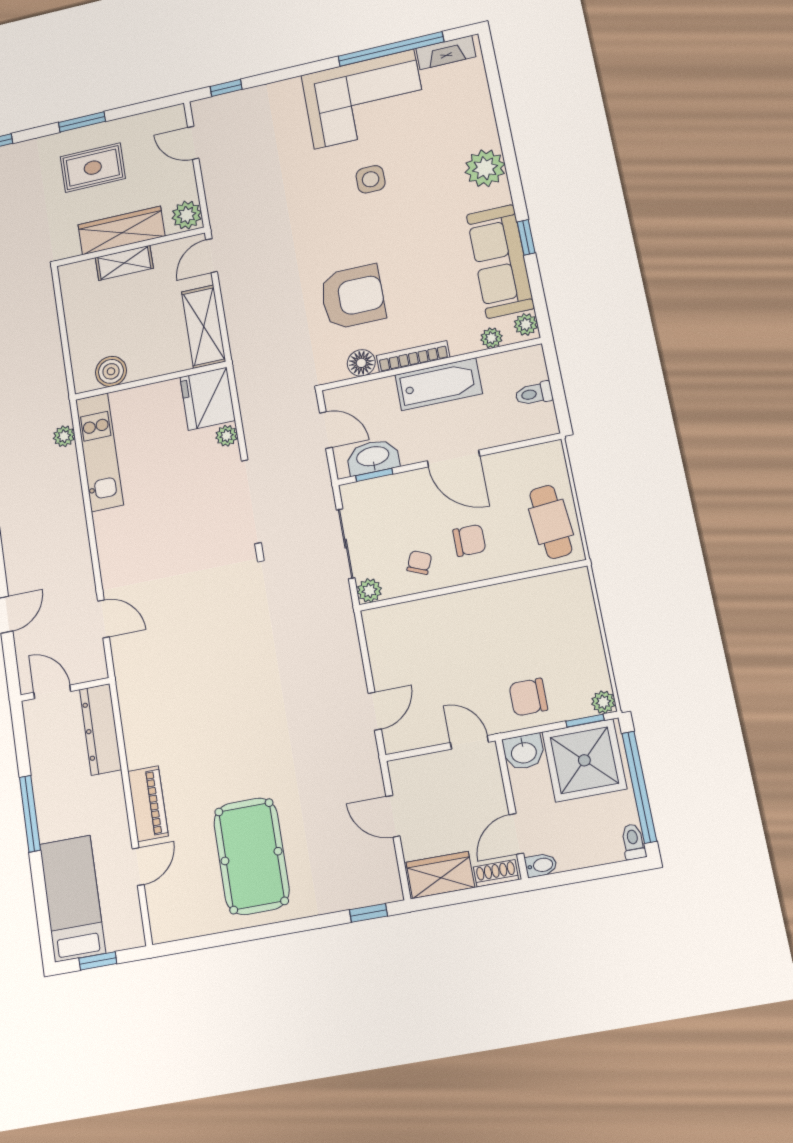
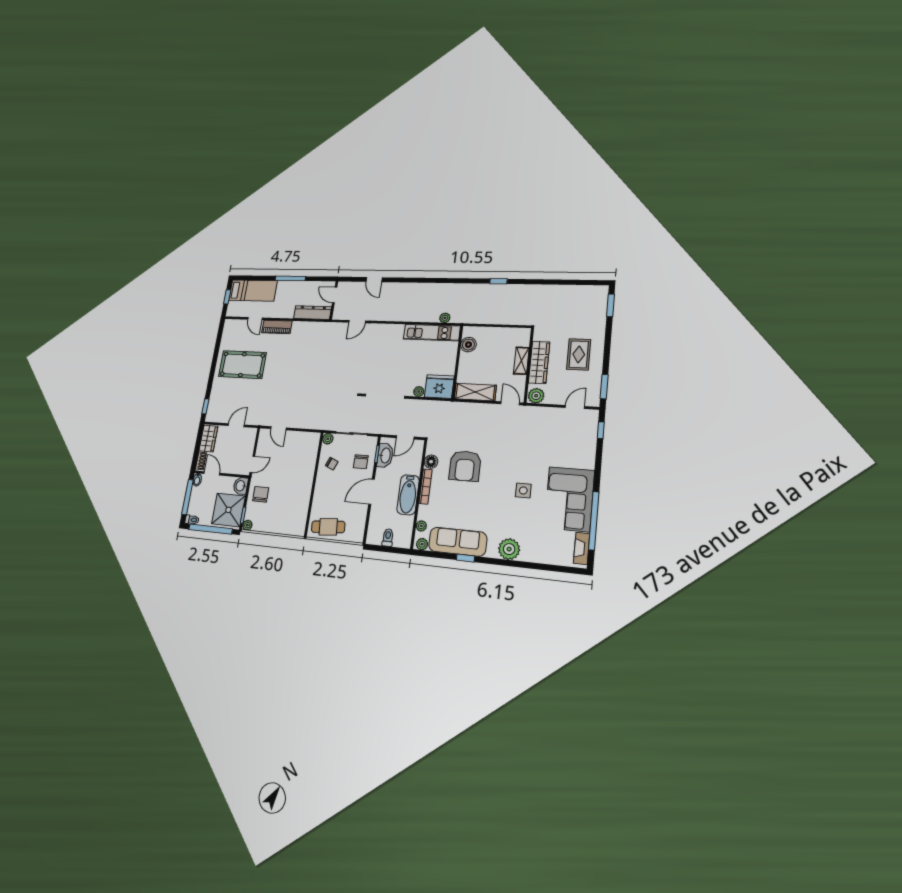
window: (82, 122) -> (604, 387), moved
chair: (469, 540) -> (361, 462), moved
door: (52, 692) -> (335, 295), swing flipped
window: (587, 874) -> (187, 497), added

